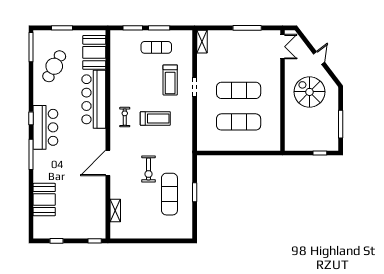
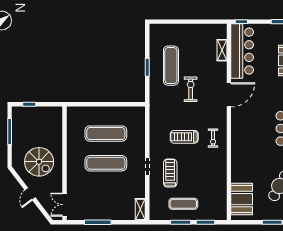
bar counter: (94, 99) -> (242, 51), moved

